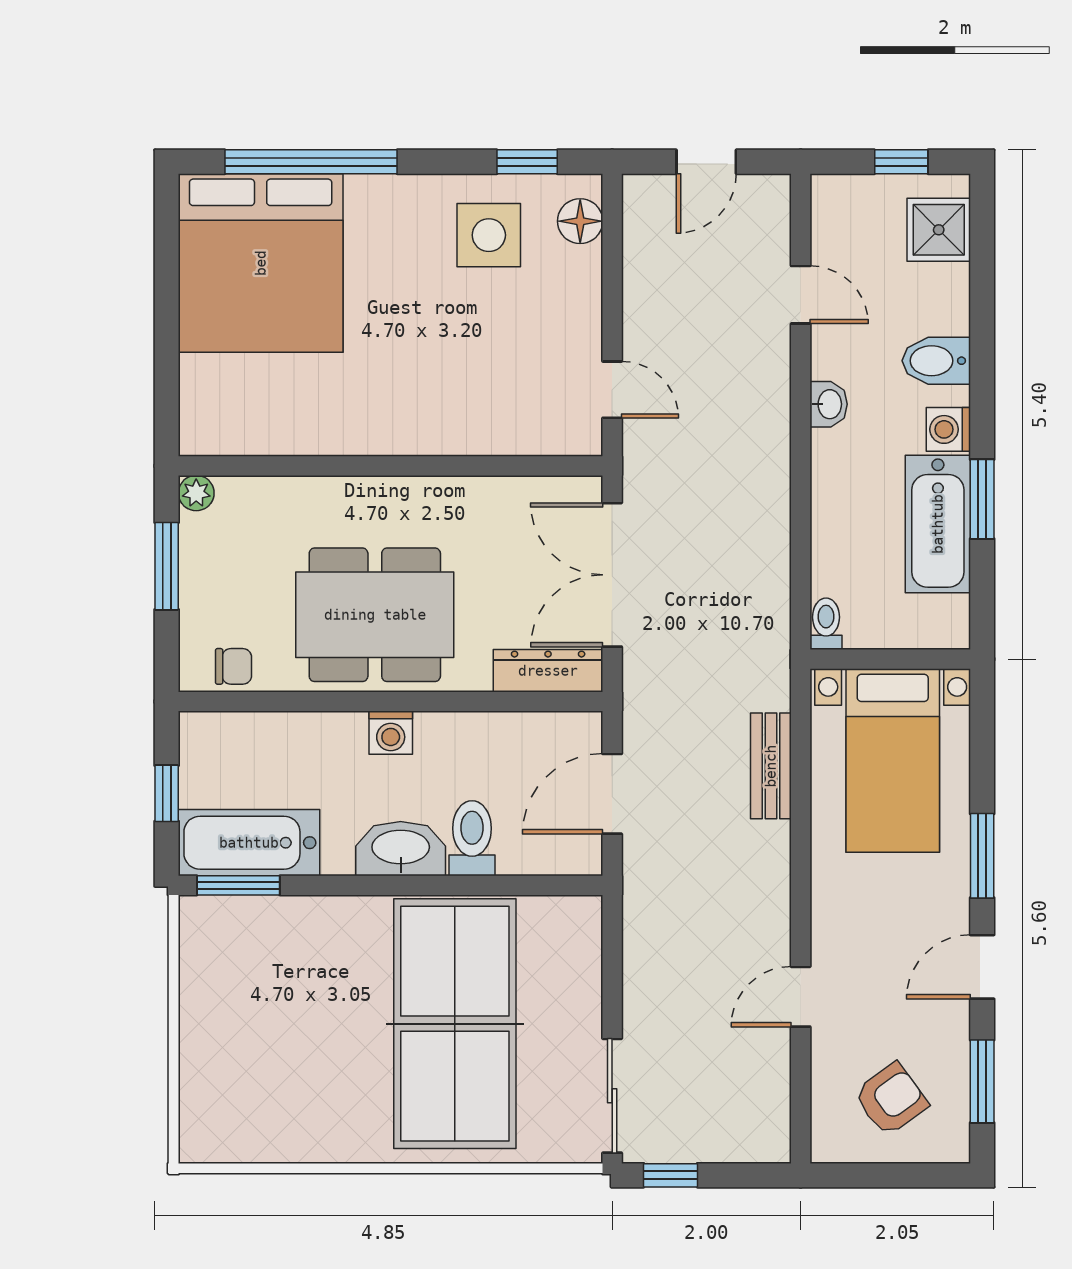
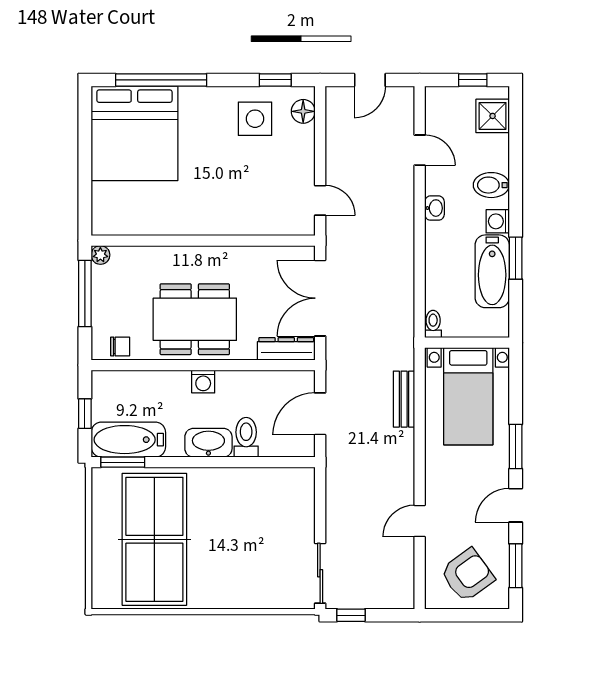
window: (167, 566) -> (85, 294), width x1.44
table tennis table: (455, 1024) -> (154, 539), moved
armchair: (891, 1099) -> (467, 575), width x1.38, depth x1.38

